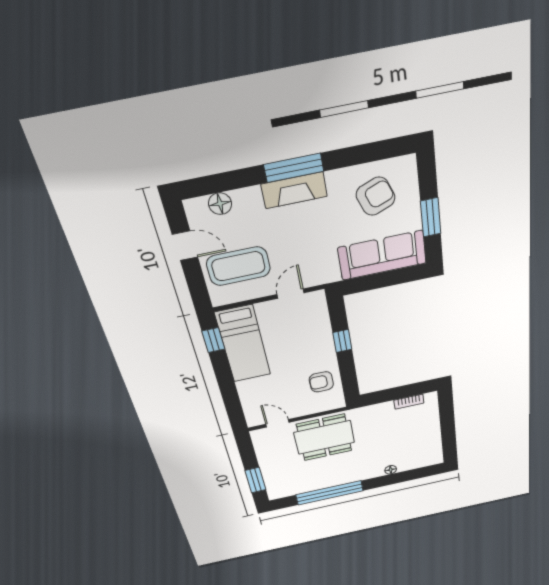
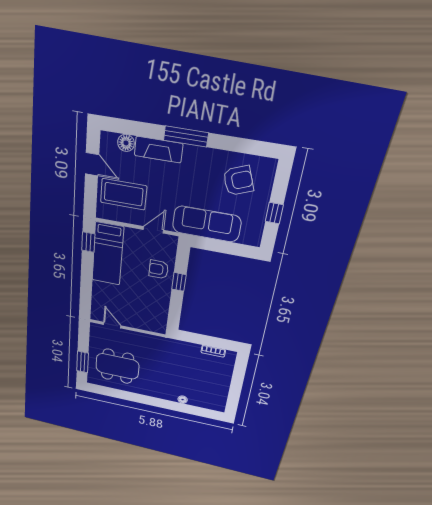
fireplace: (294, 190) -> (158, 150), moved
window: (431, 217) -> (274, 213), width x0.67
sofa: (382, 255) -> (207, 224), moved
armchair: (321, 382) -> (159, 269), moved
dining table: (324, 437) -> (117, 366), moved
window: (330, 493) -> (132, 397), removed

